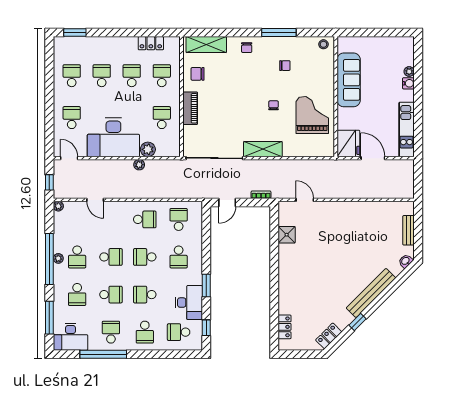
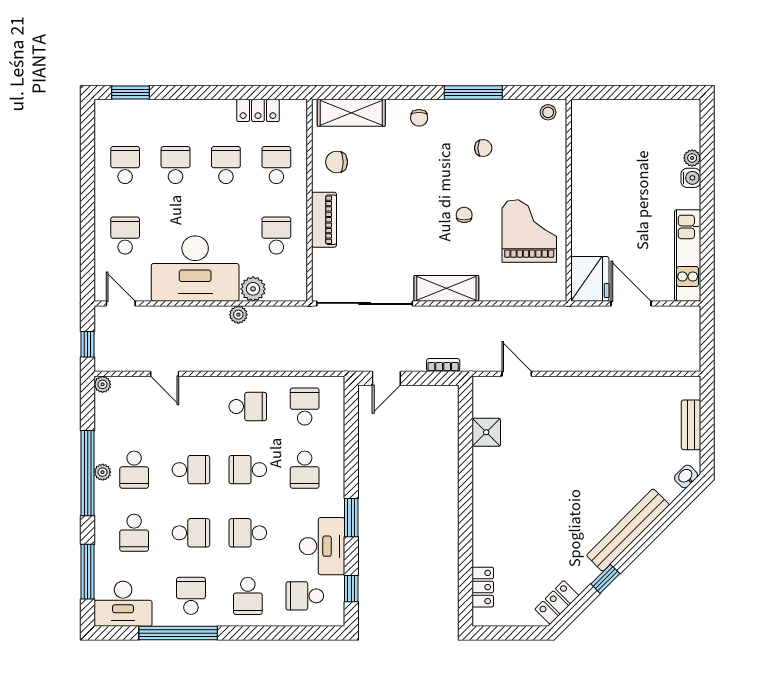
sofa: (349, 80) -> (590, 172), removed

